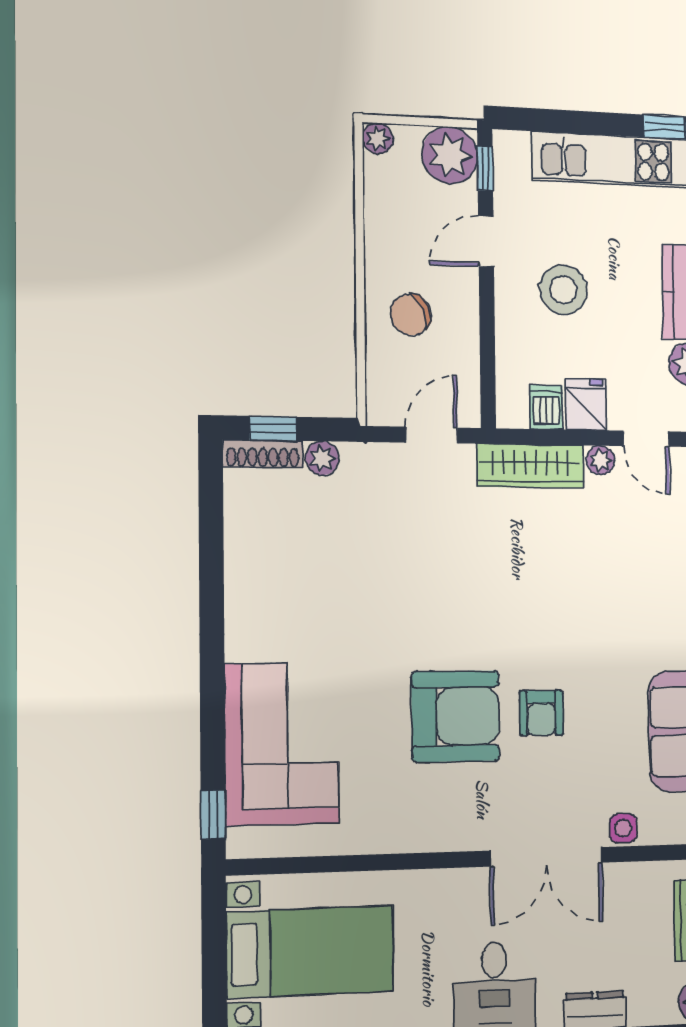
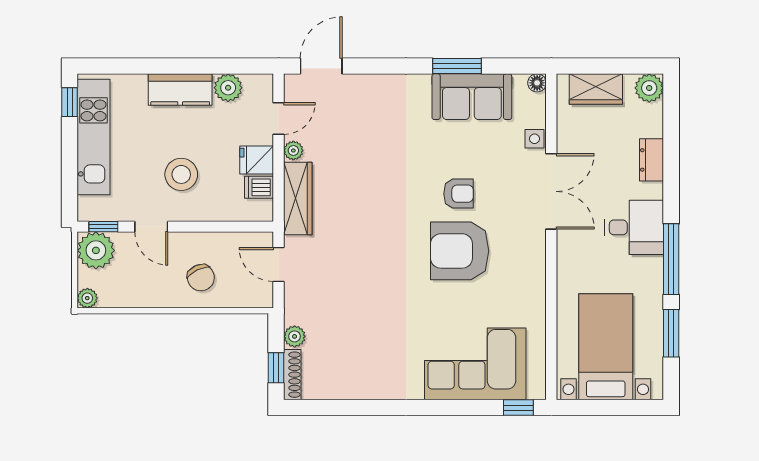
armchair: (456, 716) -> (460, 251), turned -90

